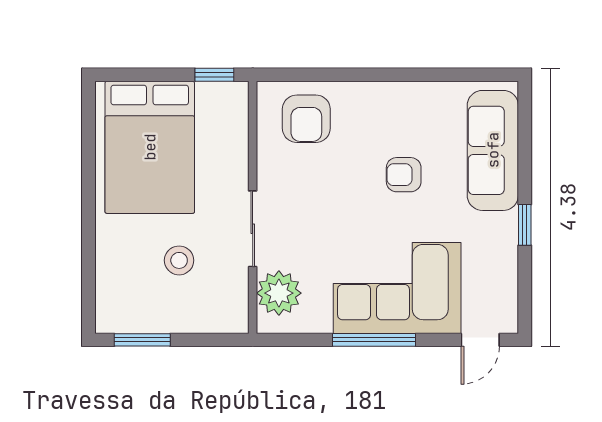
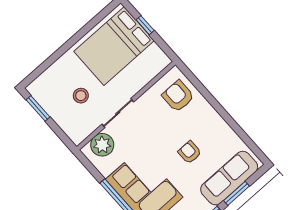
window: (214, 75) -> (145, 25), moved
armchair: (306, 119) -> (178, 96), turned 90
window: (525, 159) -> (236, 193), added

